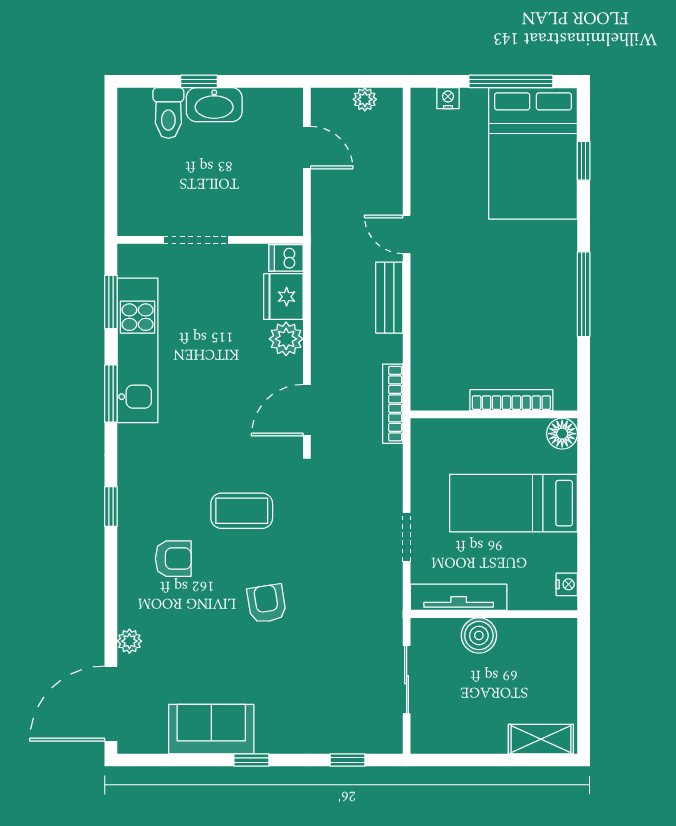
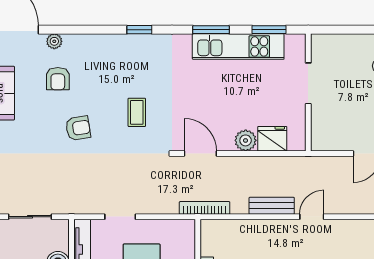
dishwasher: (286, 258) -> (297, 140), removed
coffee table: (242, 511) -> (137, 112), width x0.73, depth x0.77
armchair: (173, 559) -> (58, 79), moved

